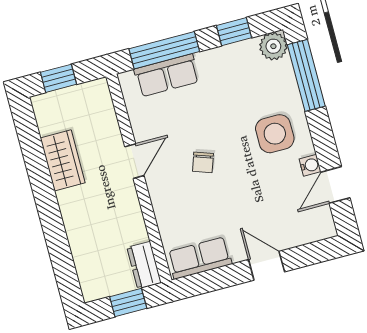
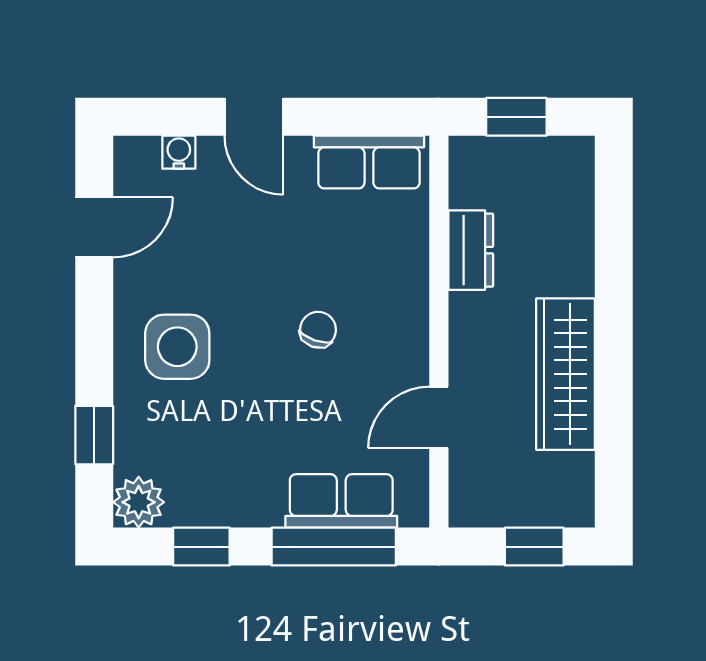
window: (306, 75) -> (94, 435), width x0.46
wardrobe: (63, 160) -> (566, 374), width x1.50
door: (134, 161) -> (439, 417), moved
water cooler: (310, 165) -> (179, 152), moved, turned 90
dresser: (144, 265) -> (471, 250), moved

